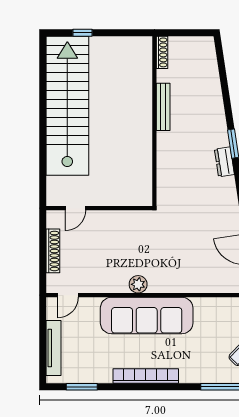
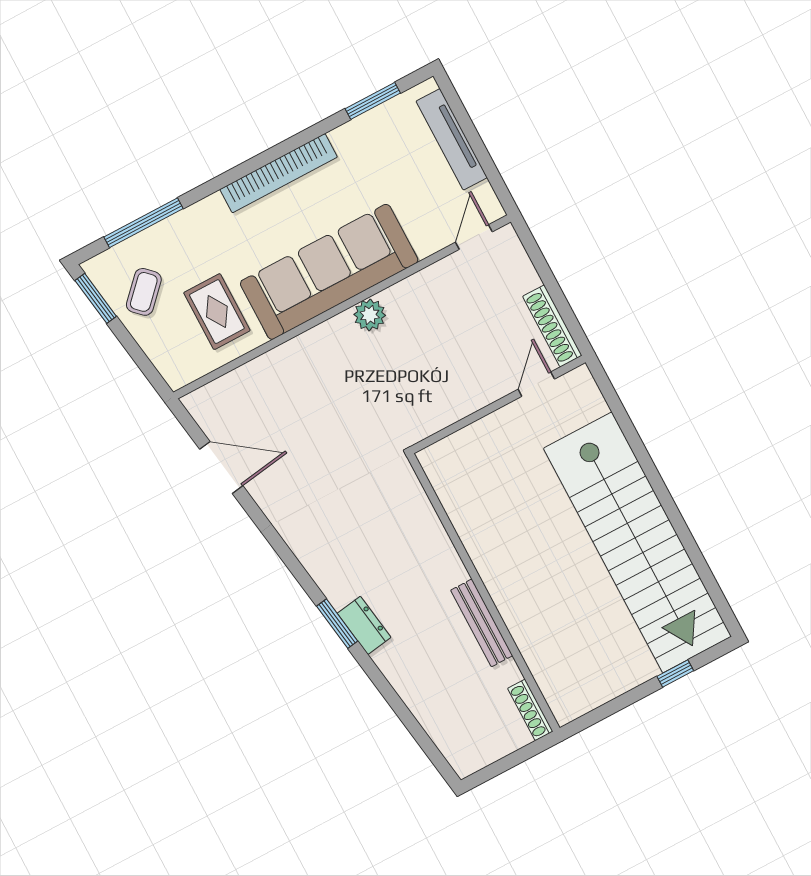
dresser: (224, 162) -> (364, 625), moved
shoe rack: (53, 251) -> (552, 326), moved
rug: (211, 325) -> (217, 312), added

